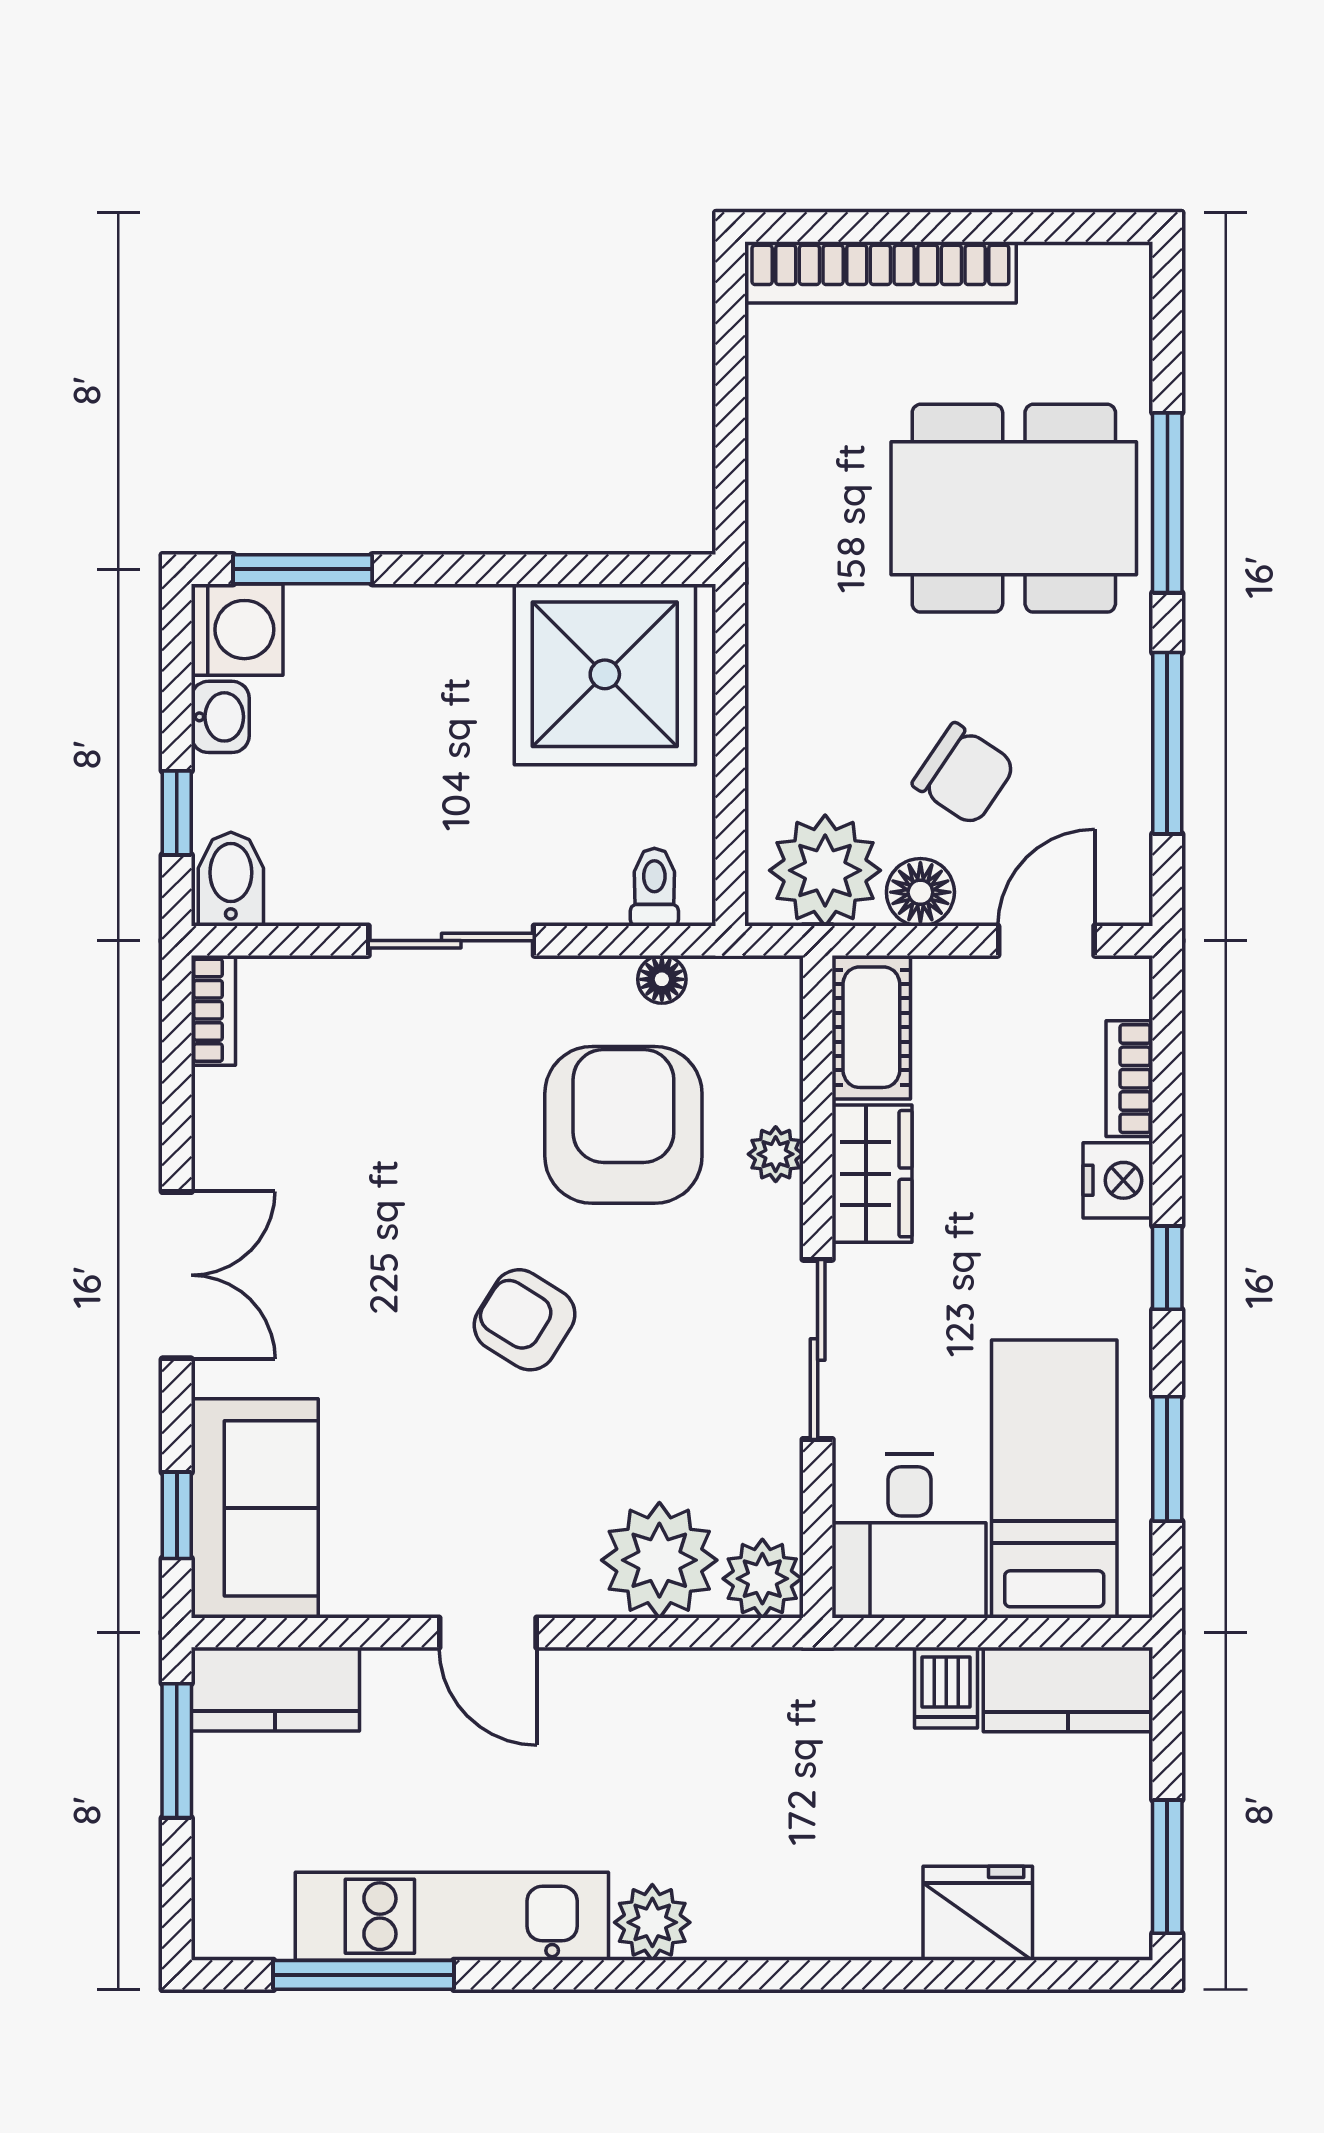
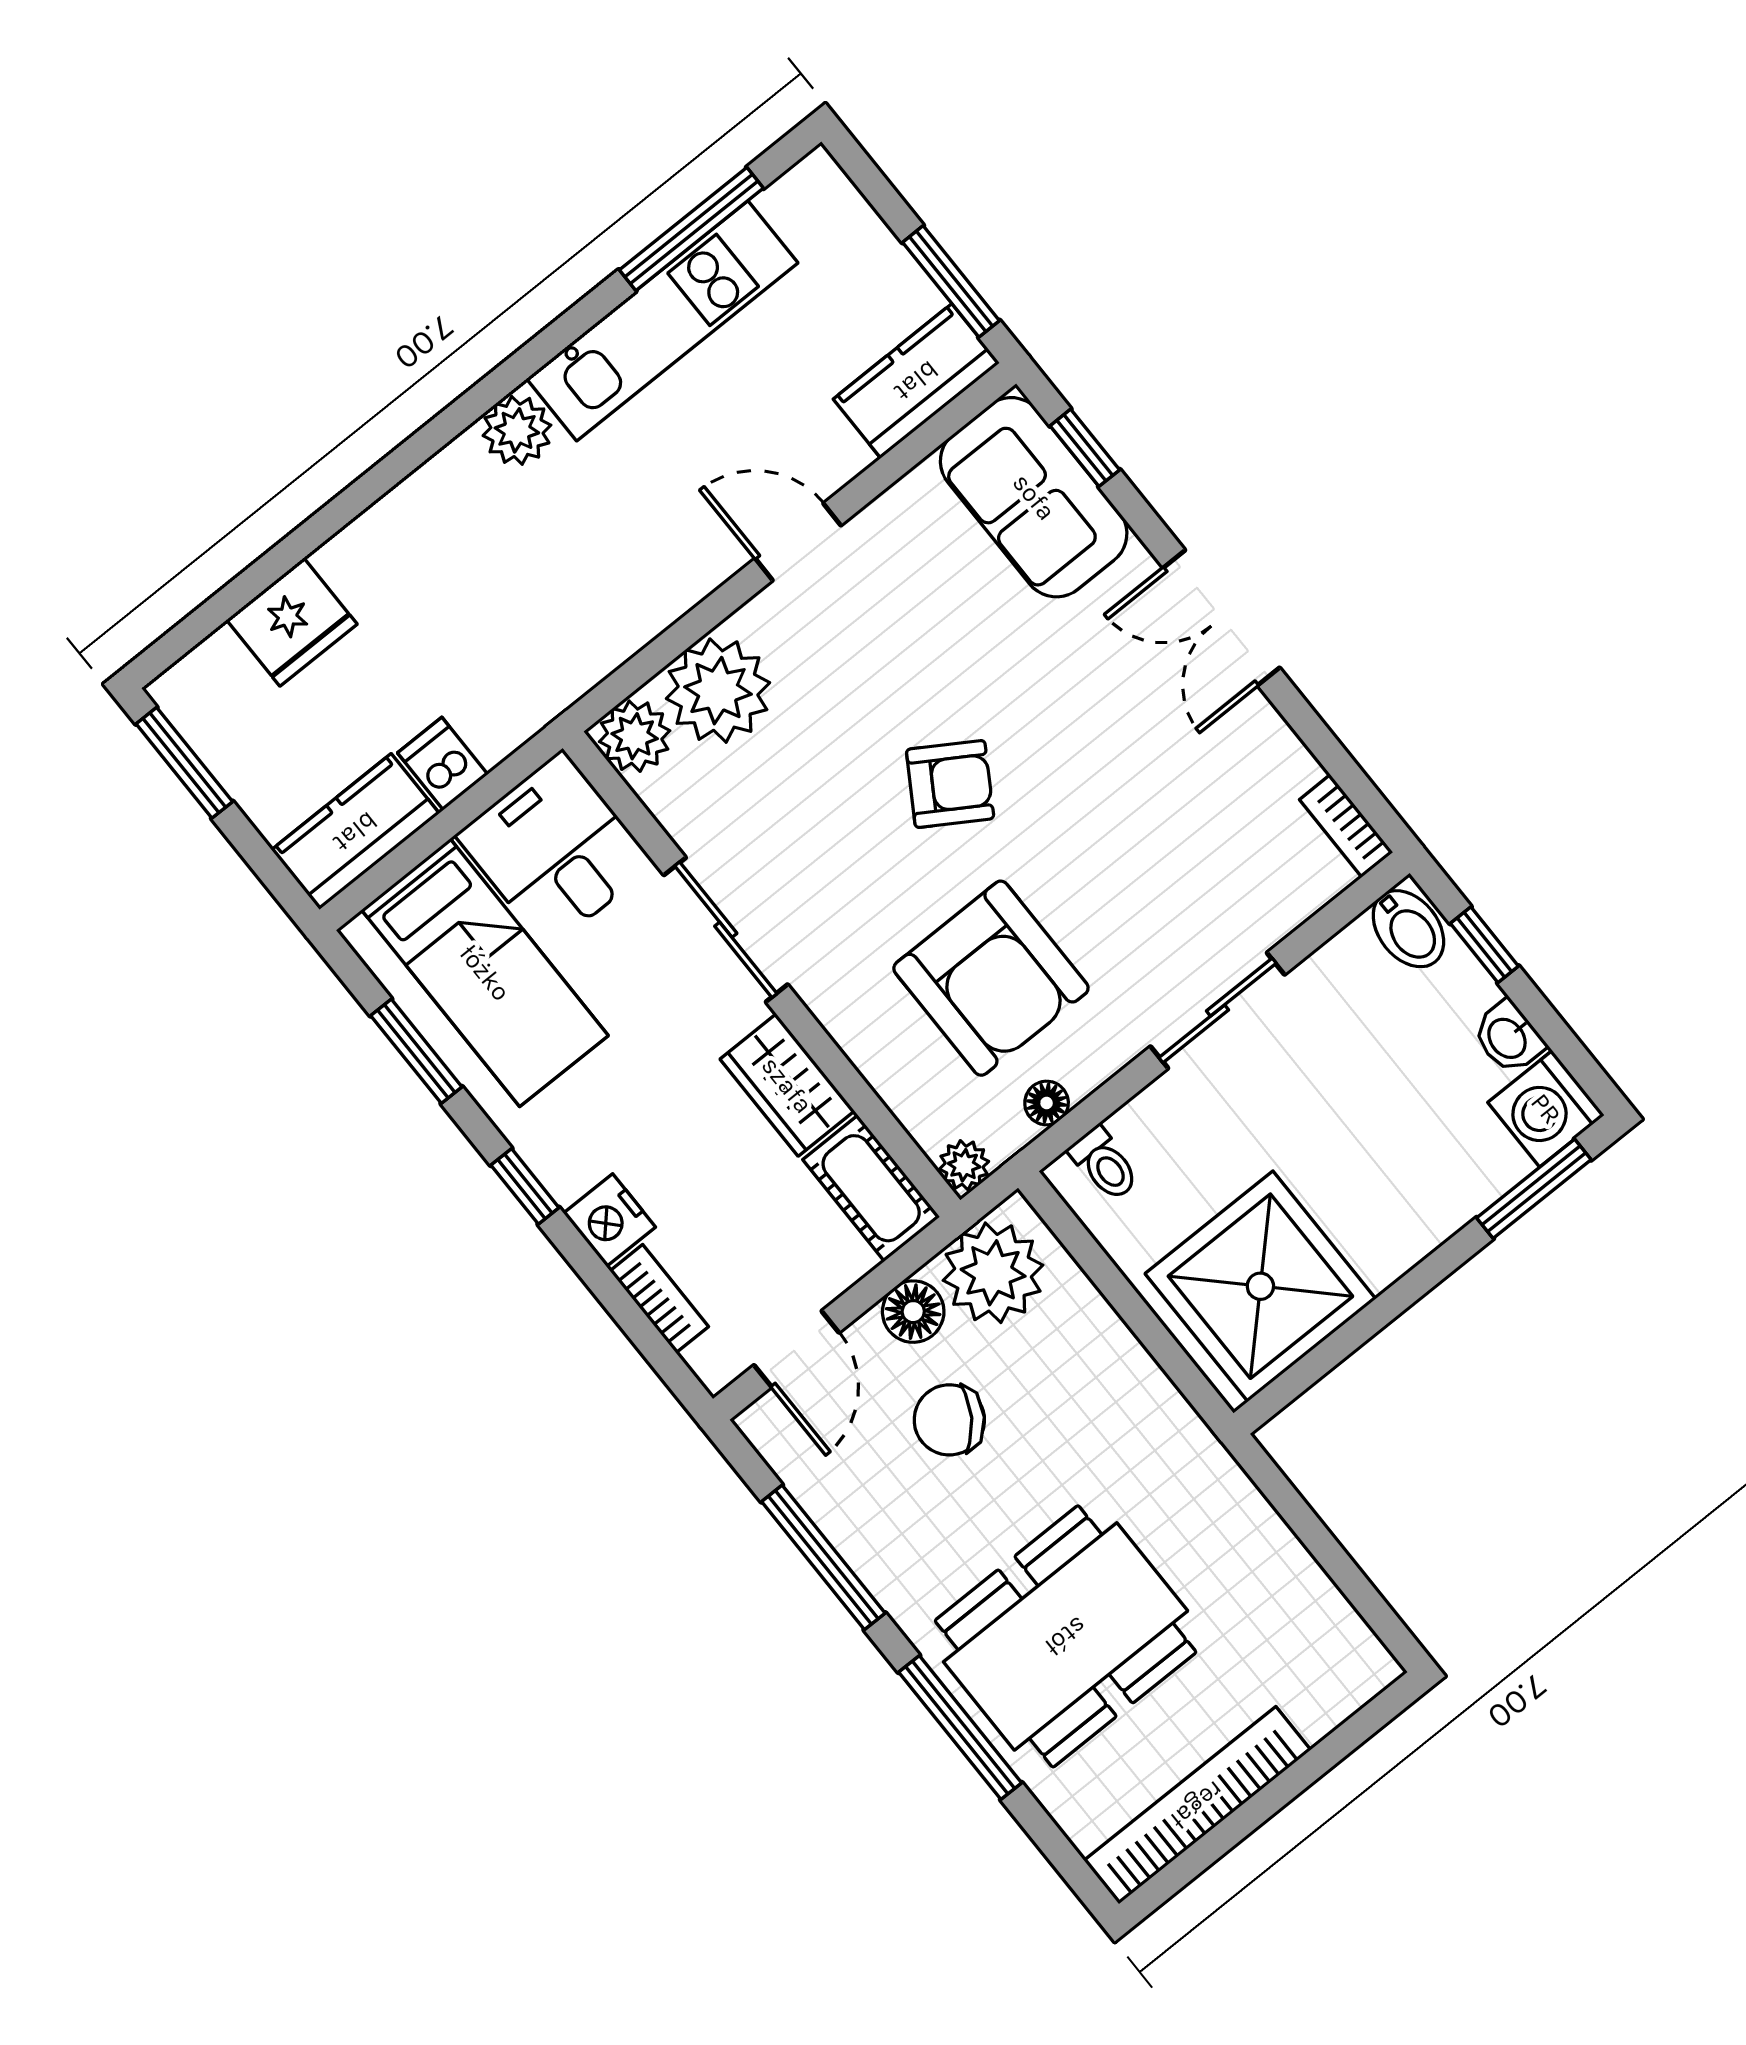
bookcase: (880, 272) -> (1197, 1805), moved
plant: (776, 1154) -> (964, 1165), moved

